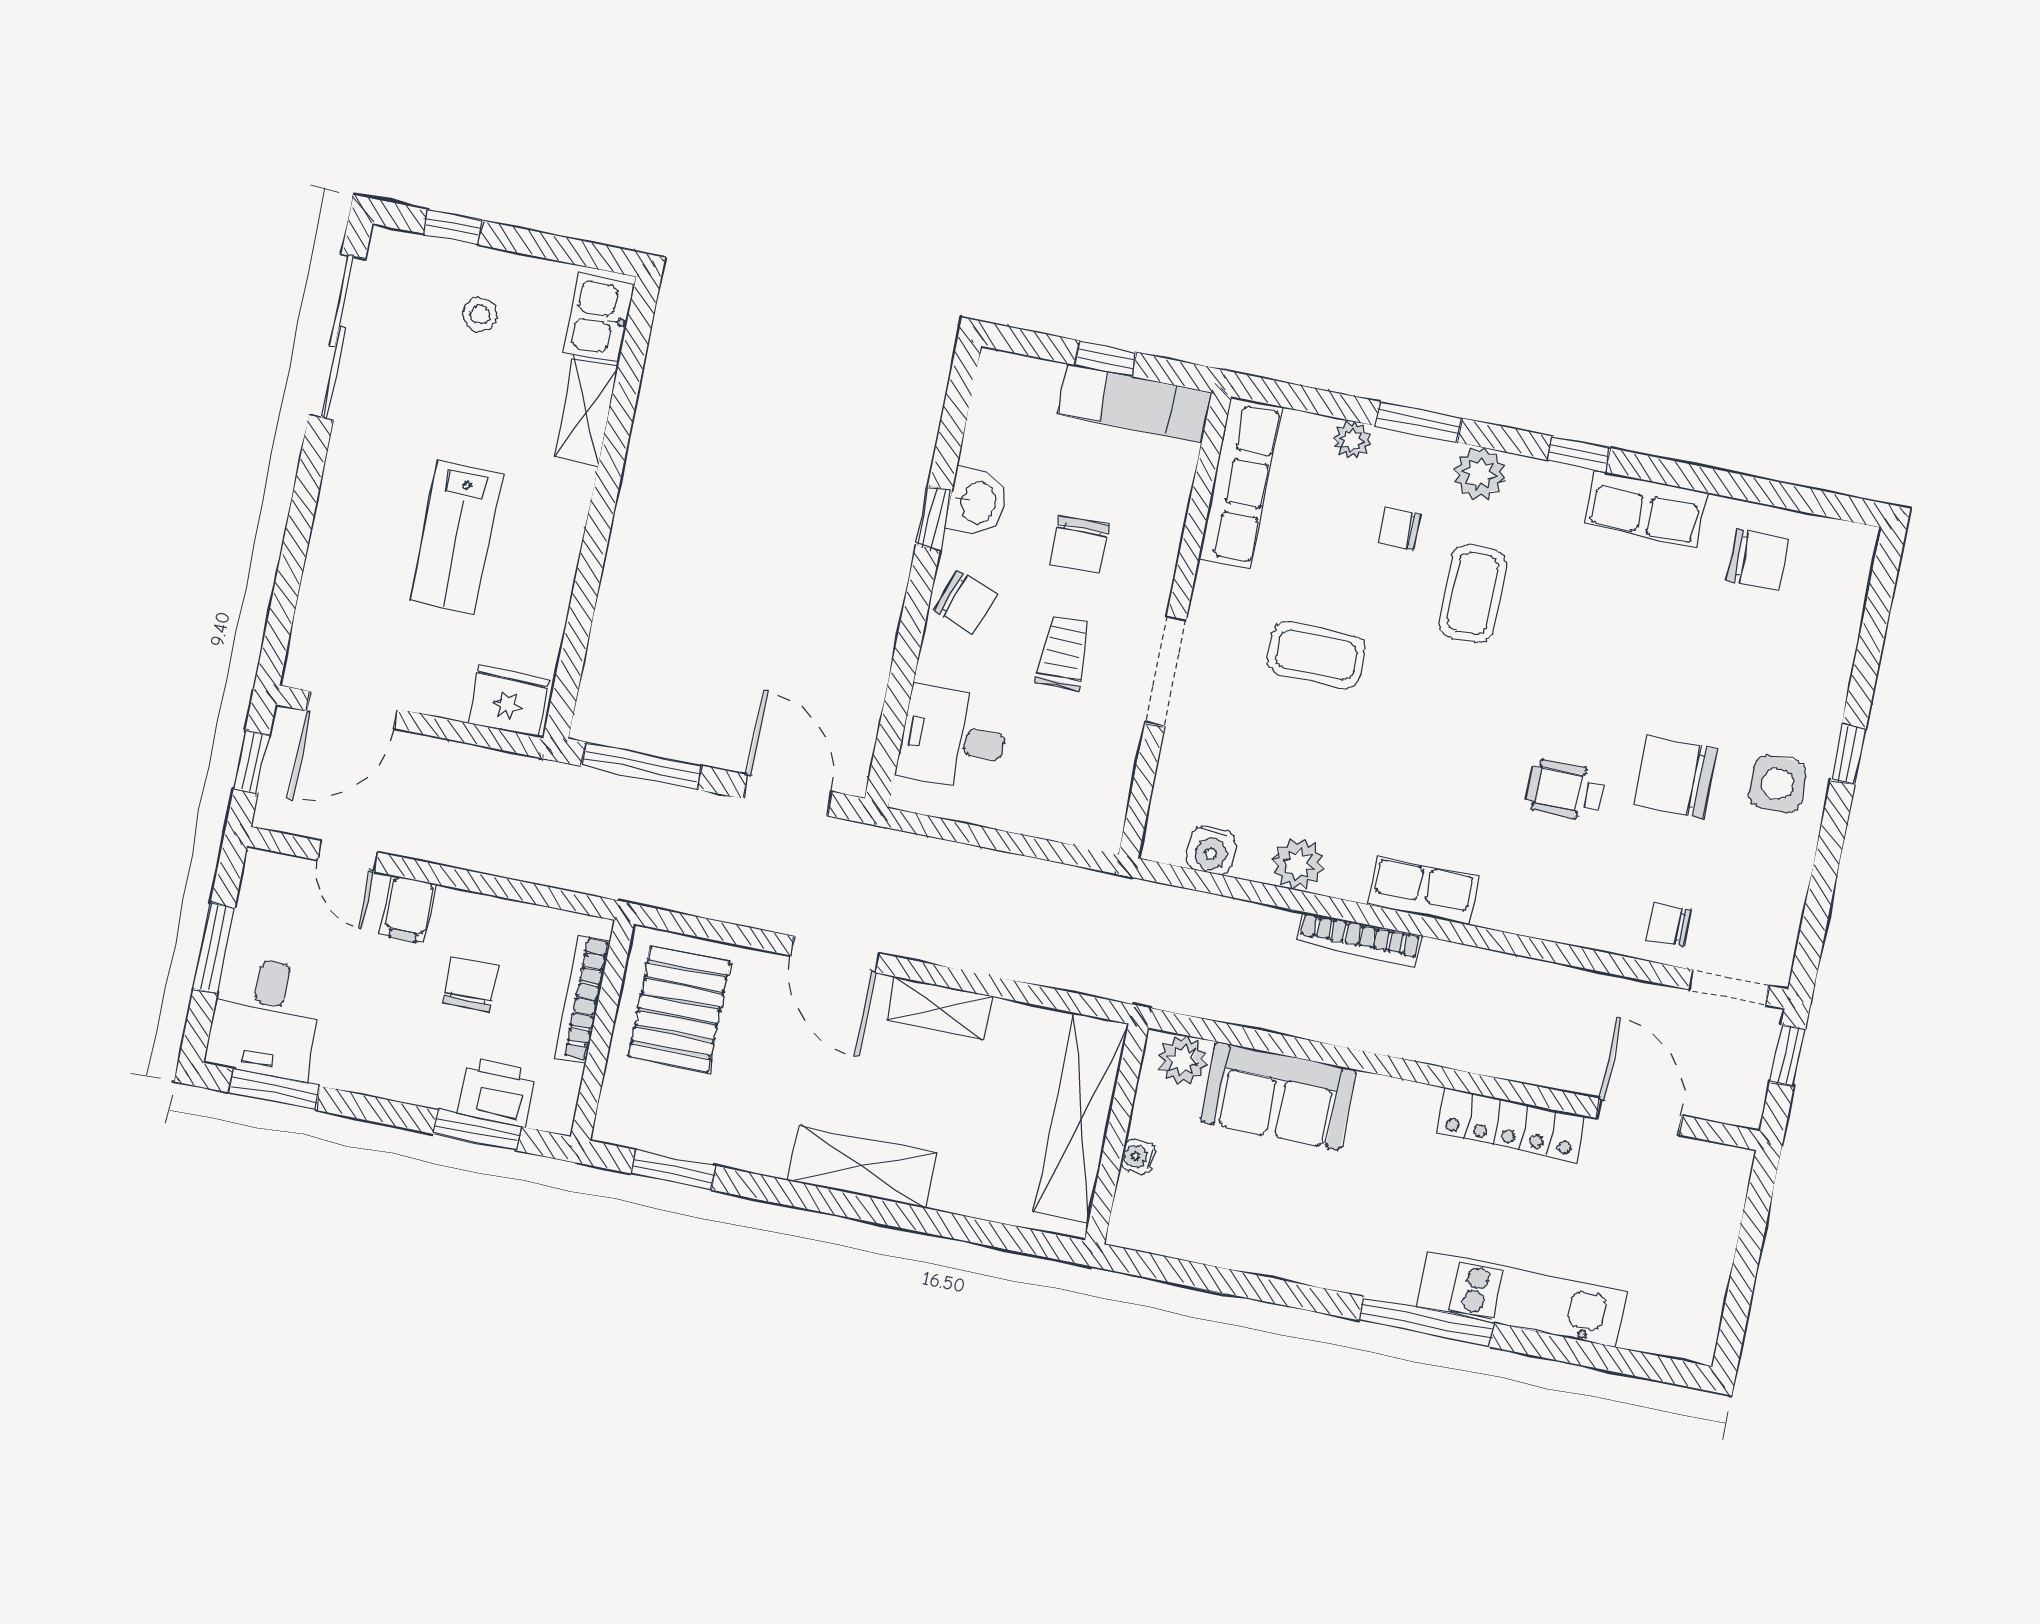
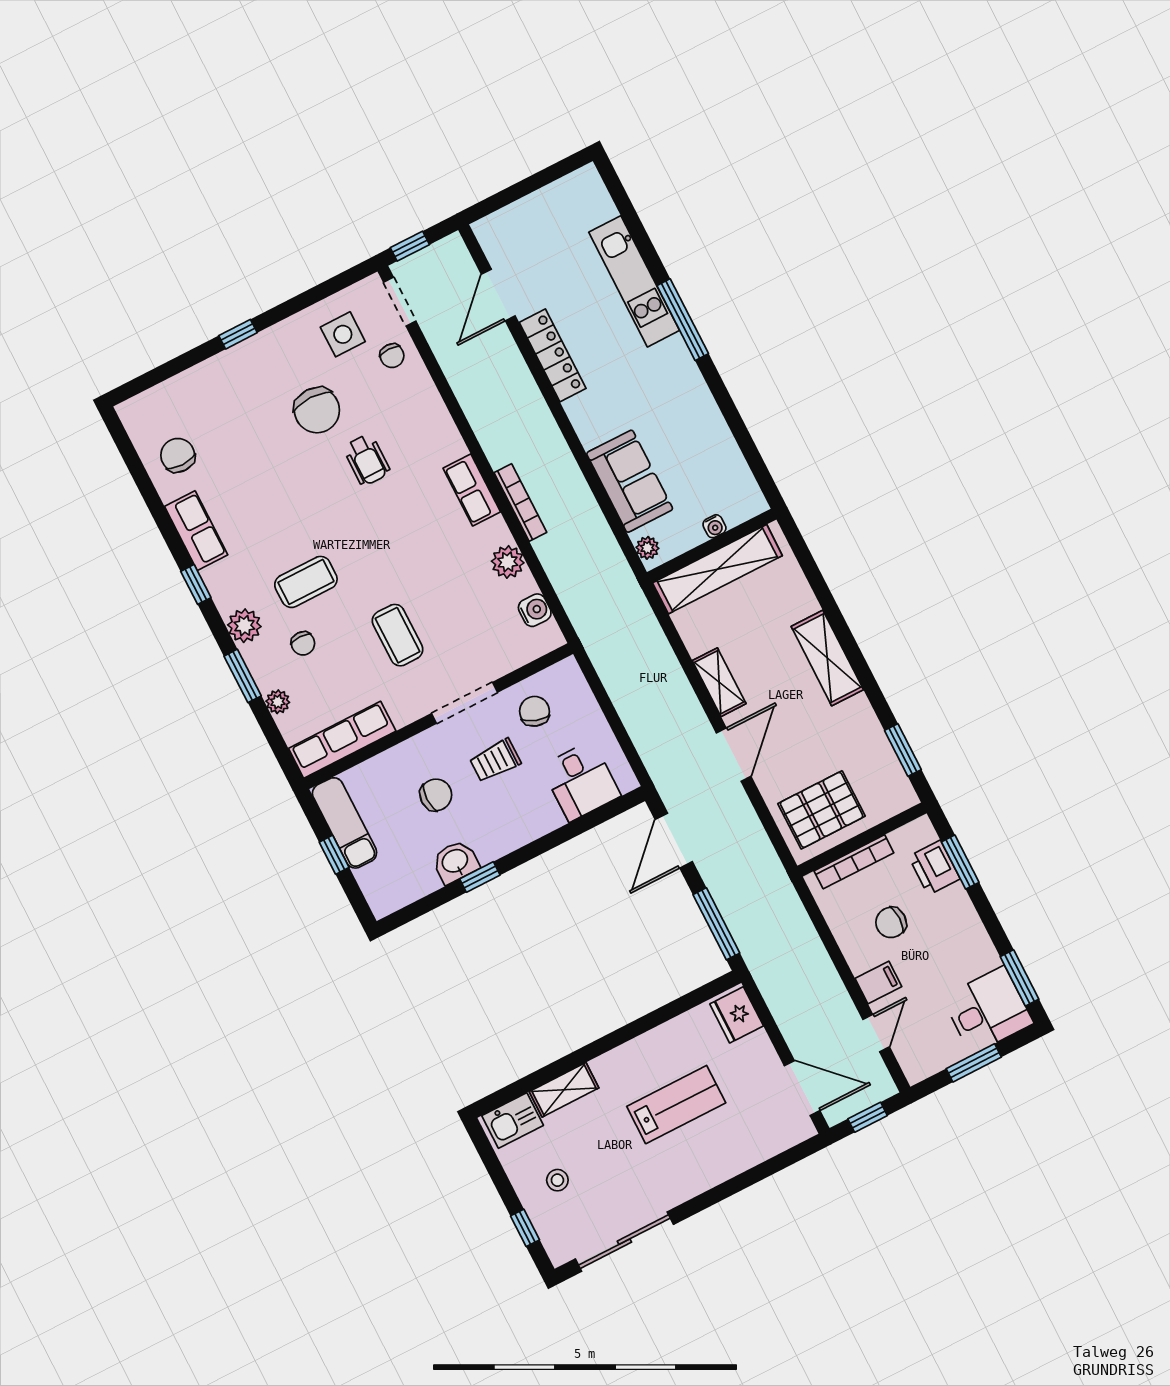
chair: (965, 602) -> (534, 711), moved
side table: (1777, 784) -> (343, 334), moved
plant: (1183, 1060) -> (647, 548), width x0.73, depth x0.73

